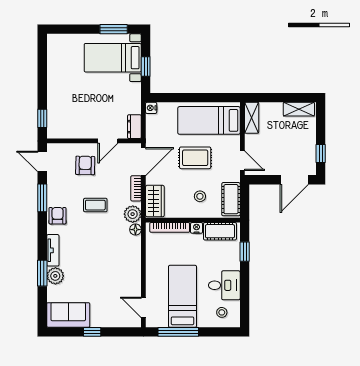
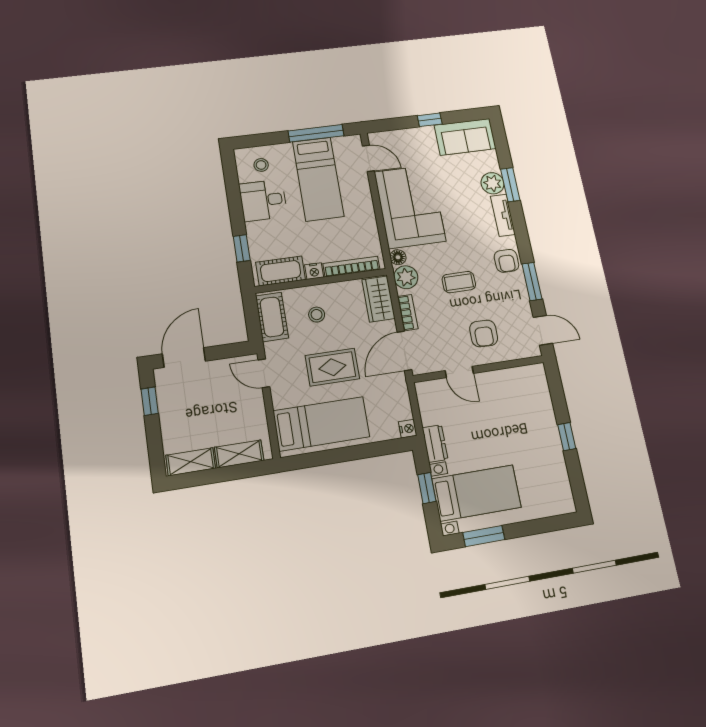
window: (42, 118) -> (567, 437), moved
shelving: (252, 118) -> (239, 454), moved, turned 90
dresser: (134, 127) -> (435, 444), moved
door: (108, 141) -> (459, 372), swing flipped
corner sofa: (120, 266) -> (410, 206), added

